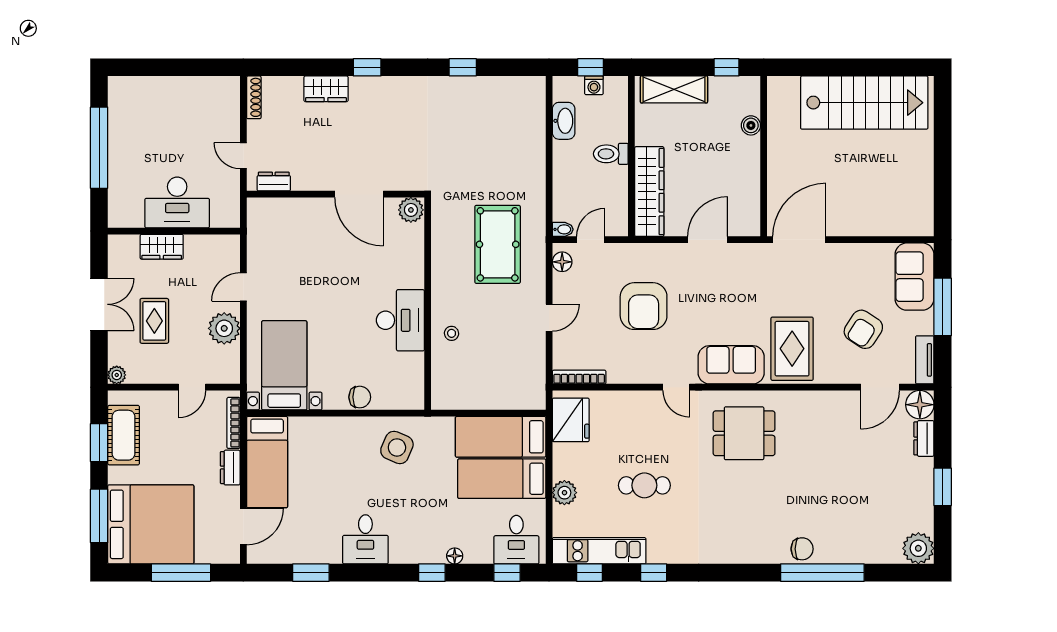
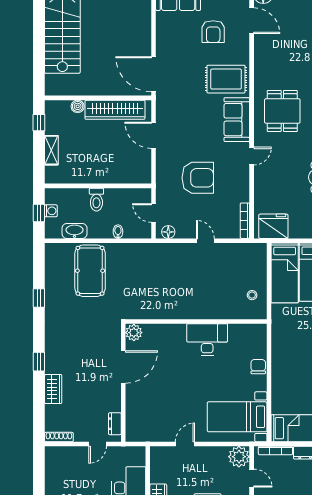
shelving: (674, 89) -> (51, 150), width x0.67, depth x0.75
wardrobe: (649, 192) -> (115, 110), moved, turned 180
bidet: (563, 229) -> (118, 232), moved
pool table: (498, 244) -> (90, 271), moved, turned 90
door: (243, 287) -> (185, 444), swing flipped
plant: (224, 328) -> (239, 457), moved
armchair: (863, 329) -> (213, 32), turned 57
stool: (452, 333) -> (252, 295), moved
side table: (397, 447) -> (292, 342), removed

